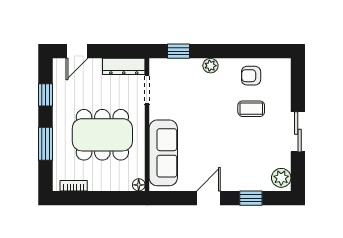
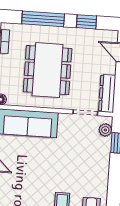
plant: (210, 66) -> (105, 130), moved
window: (45, 144) -> (43, 19), width x1.44

